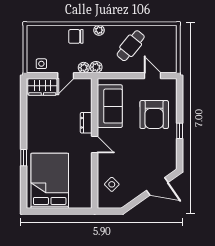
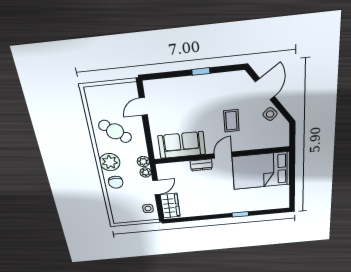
plant: (99, 30) -> (110, 162), width x1.87, depth x1.87
door: (66, 76) -> (156, 187), hinge flipped
armchair: (154, 115) -> (186, 100), removed
coffee table: (130, 155) -> (231, 121), added
bed: (50, 181) -> (261, 171), moved
side table: (112, 184) -> (270, 114), moved

